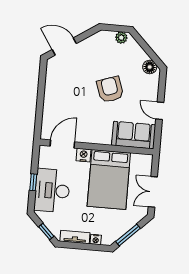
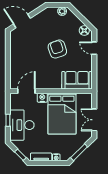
door: (160, 111) -> (94, 48), moved

